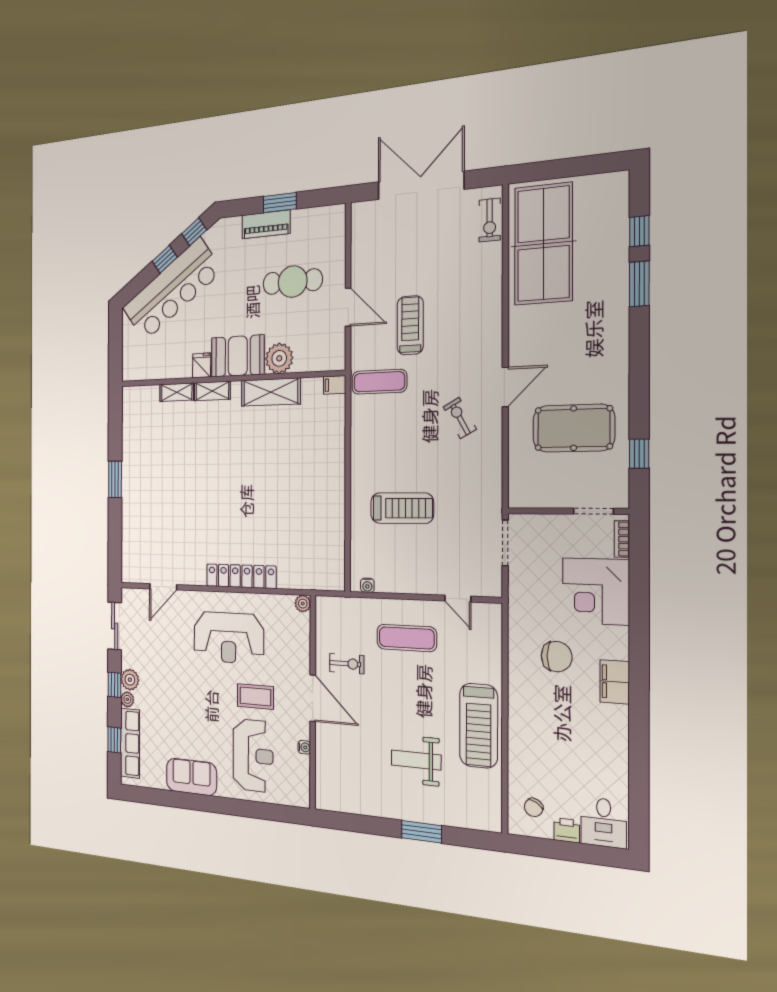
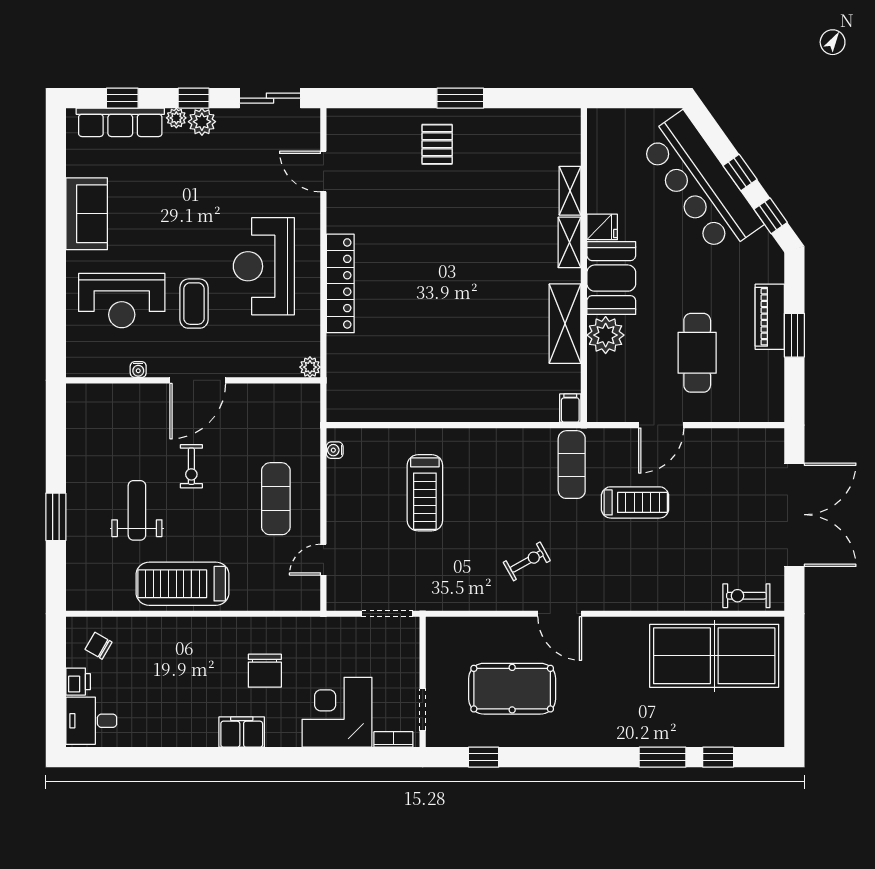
pool table: (574, 428) -> (512, 689), turned 90
pallet: (145, 497) -> (437, 144), added
exercise bike: (347, 664) -> (191, 466), moved

